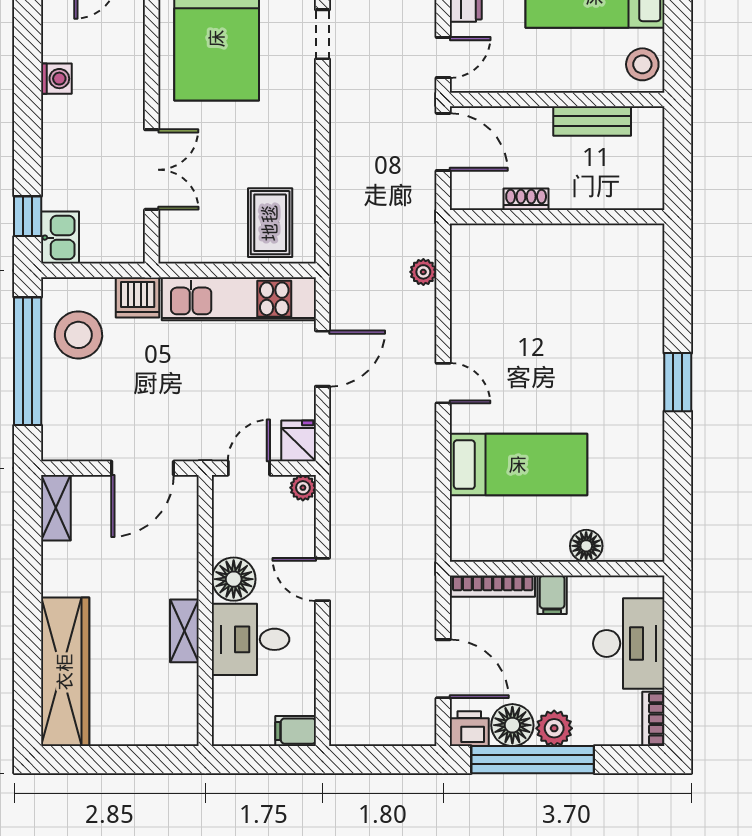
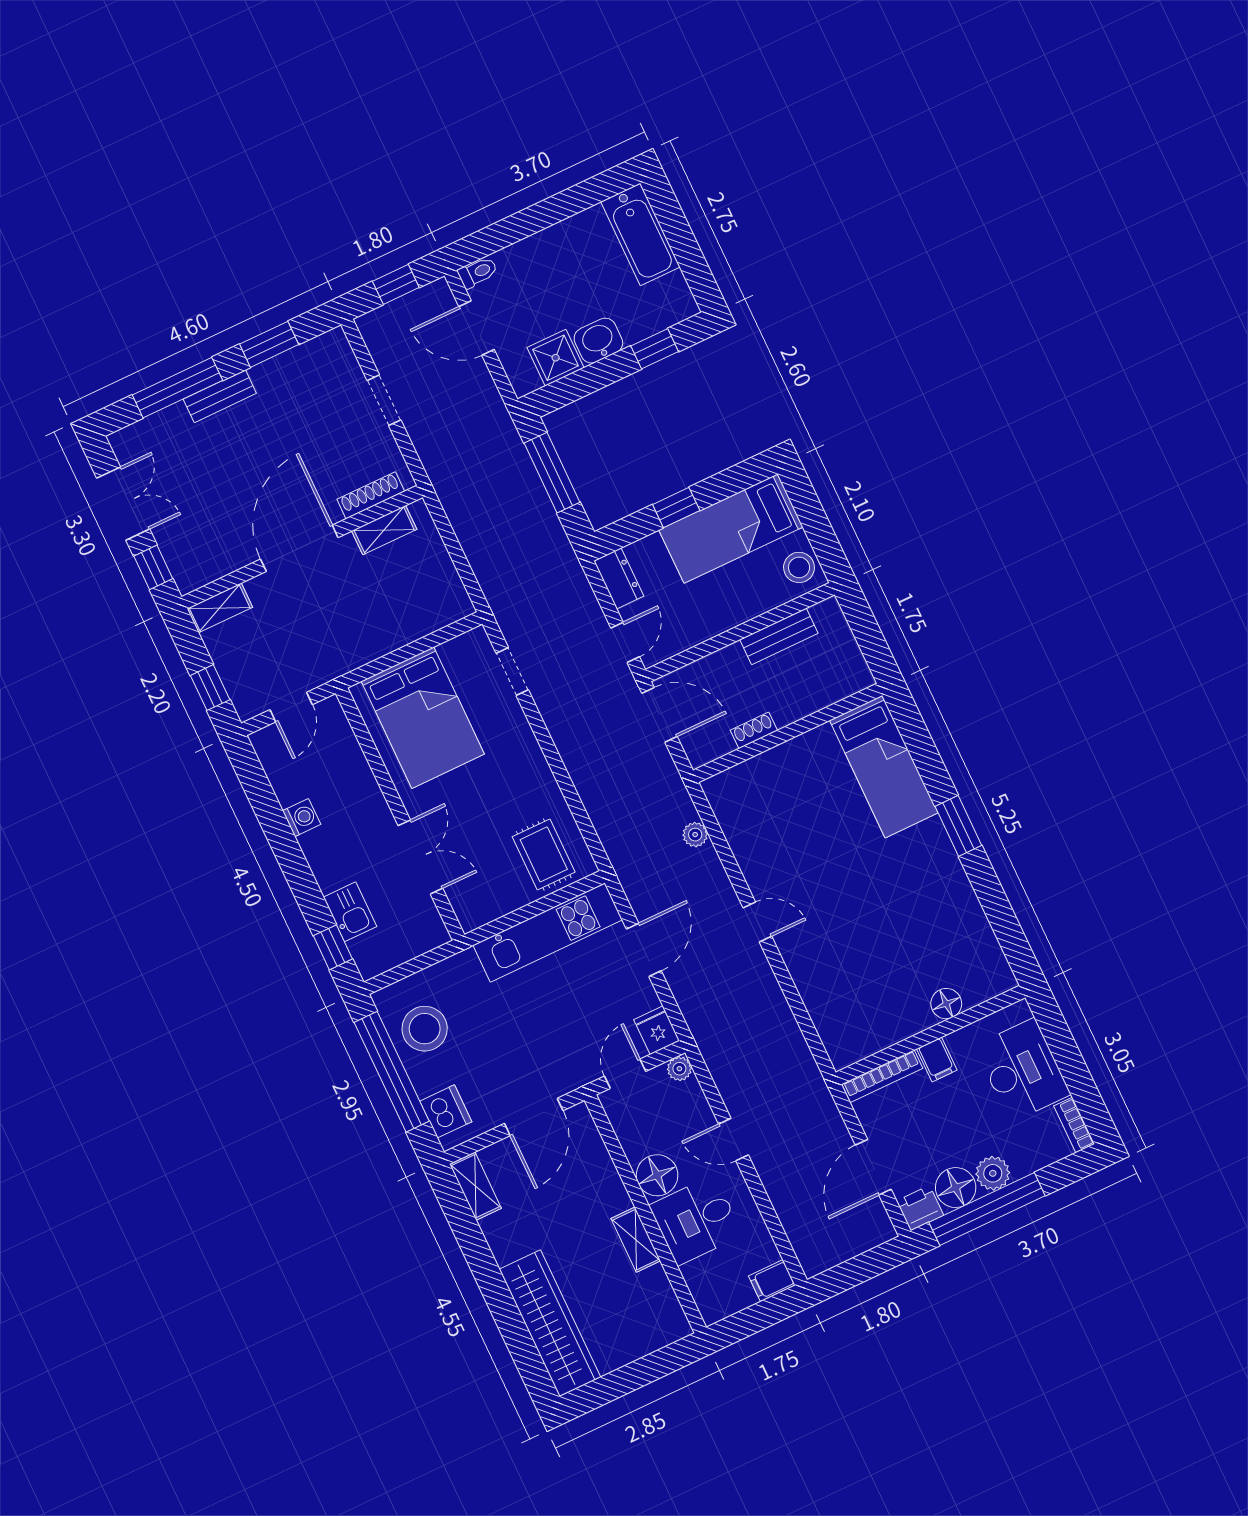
kitchen sink: (60, 238) -> (350, 912), moved
dishwasher: (138, 297) -> (446, 1111), moved, turned -90
bed: (518, 465) -> (884, 767), moved, turned 90
door: (443, 669) -> (873, 1167), swing flipped

